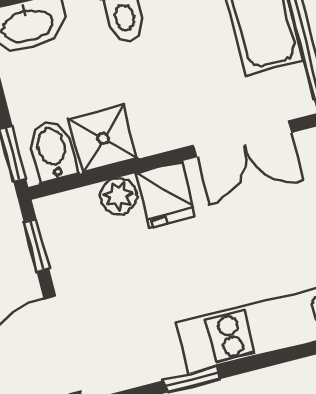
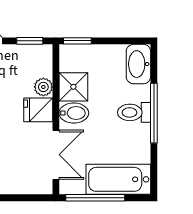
double door: (243, 139) -> (56, 155), swing flipped
bidet: (52, 151) -> (74, 113), moved

